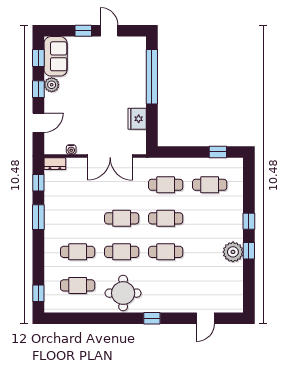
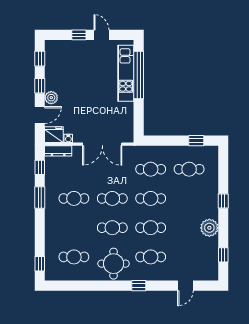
sofa: (56, 56) -> (55, 57), removed
kitchen unit: (137, 75) -> (126, 73), added
plant: (52, 85) -> (51, 98), moved
fridge: (137, 119) -> (54, 135), moved, turned 90
dresser: (55, 164) -> (58, 151), width x1.44
window: (249, 251) -> (223, 255), moved
cafe table: (78, 252) -> (74, 198), moved
cafe table: (166, 285) -> (151, 257), added

